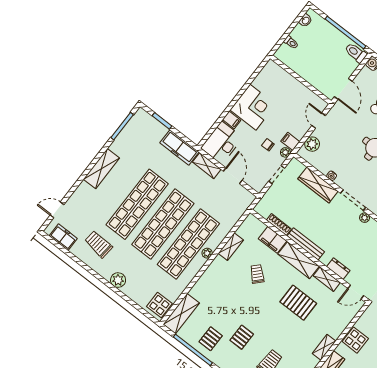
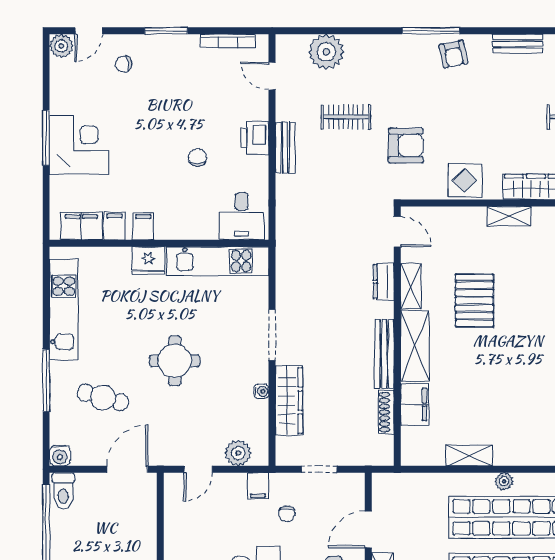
plant: (285, 152) -> (279, 481), removed
plant: (365, 218) -> (284, 300), removed
trolley: (257, 274) -> (479, 389), removed

